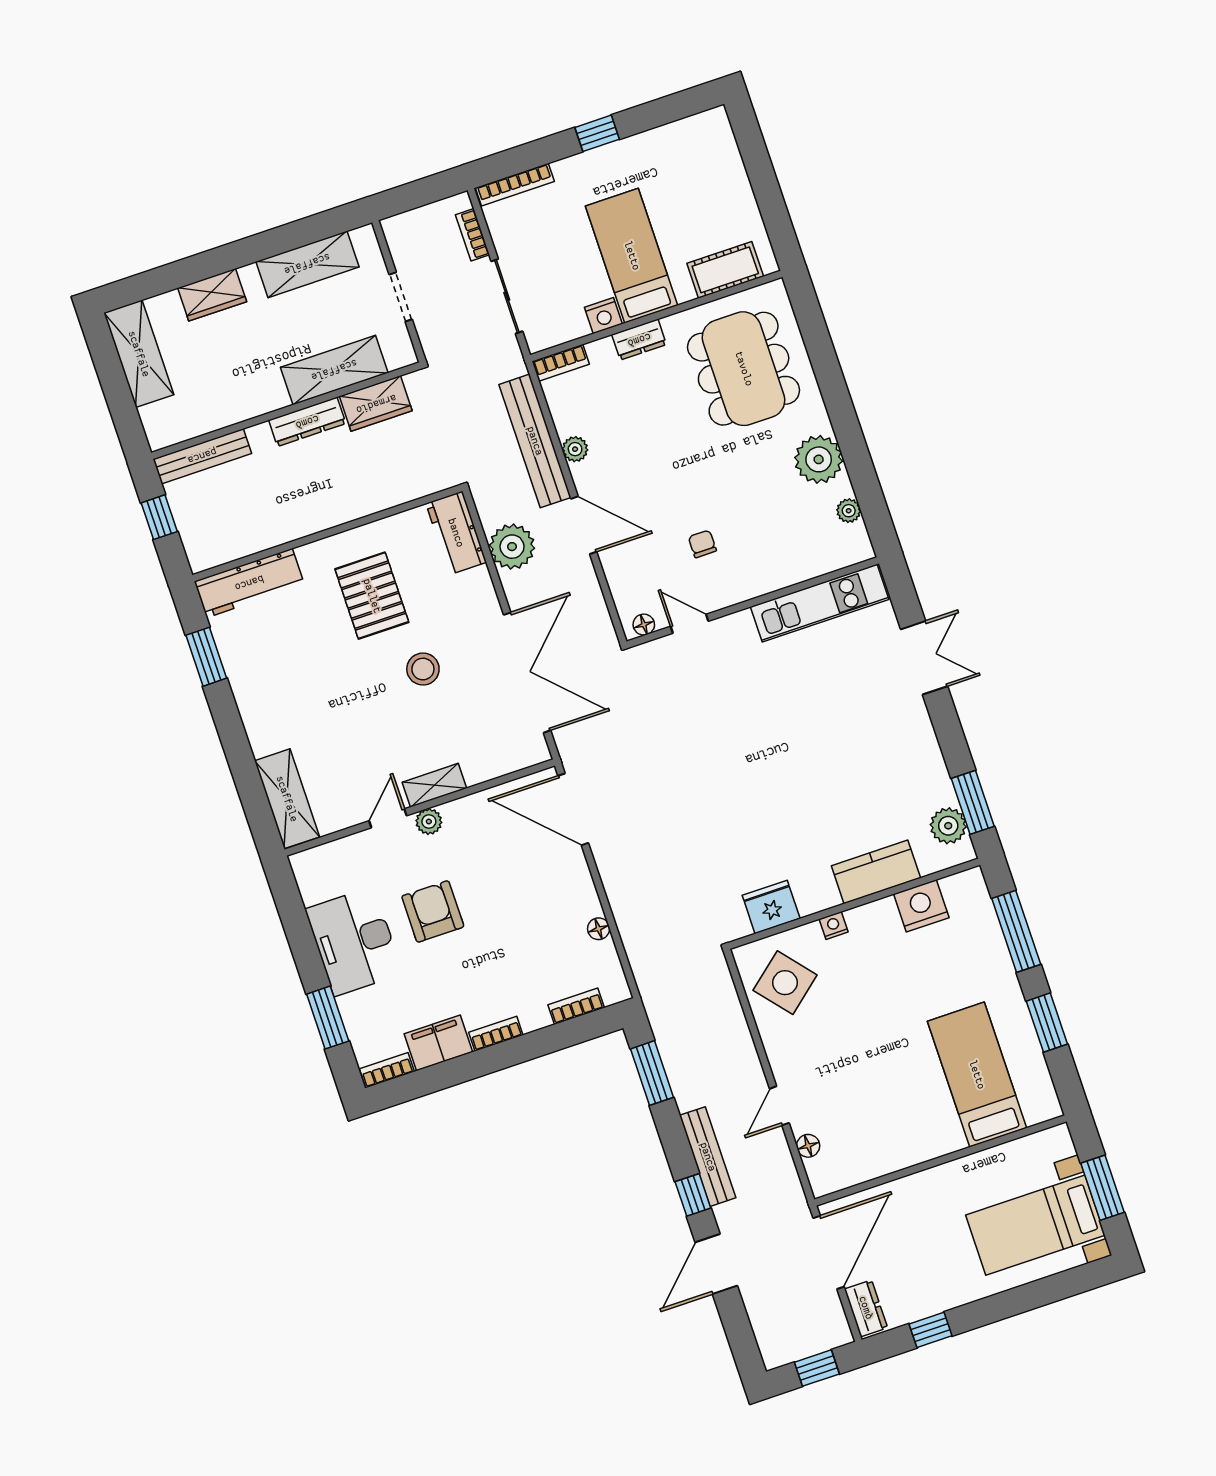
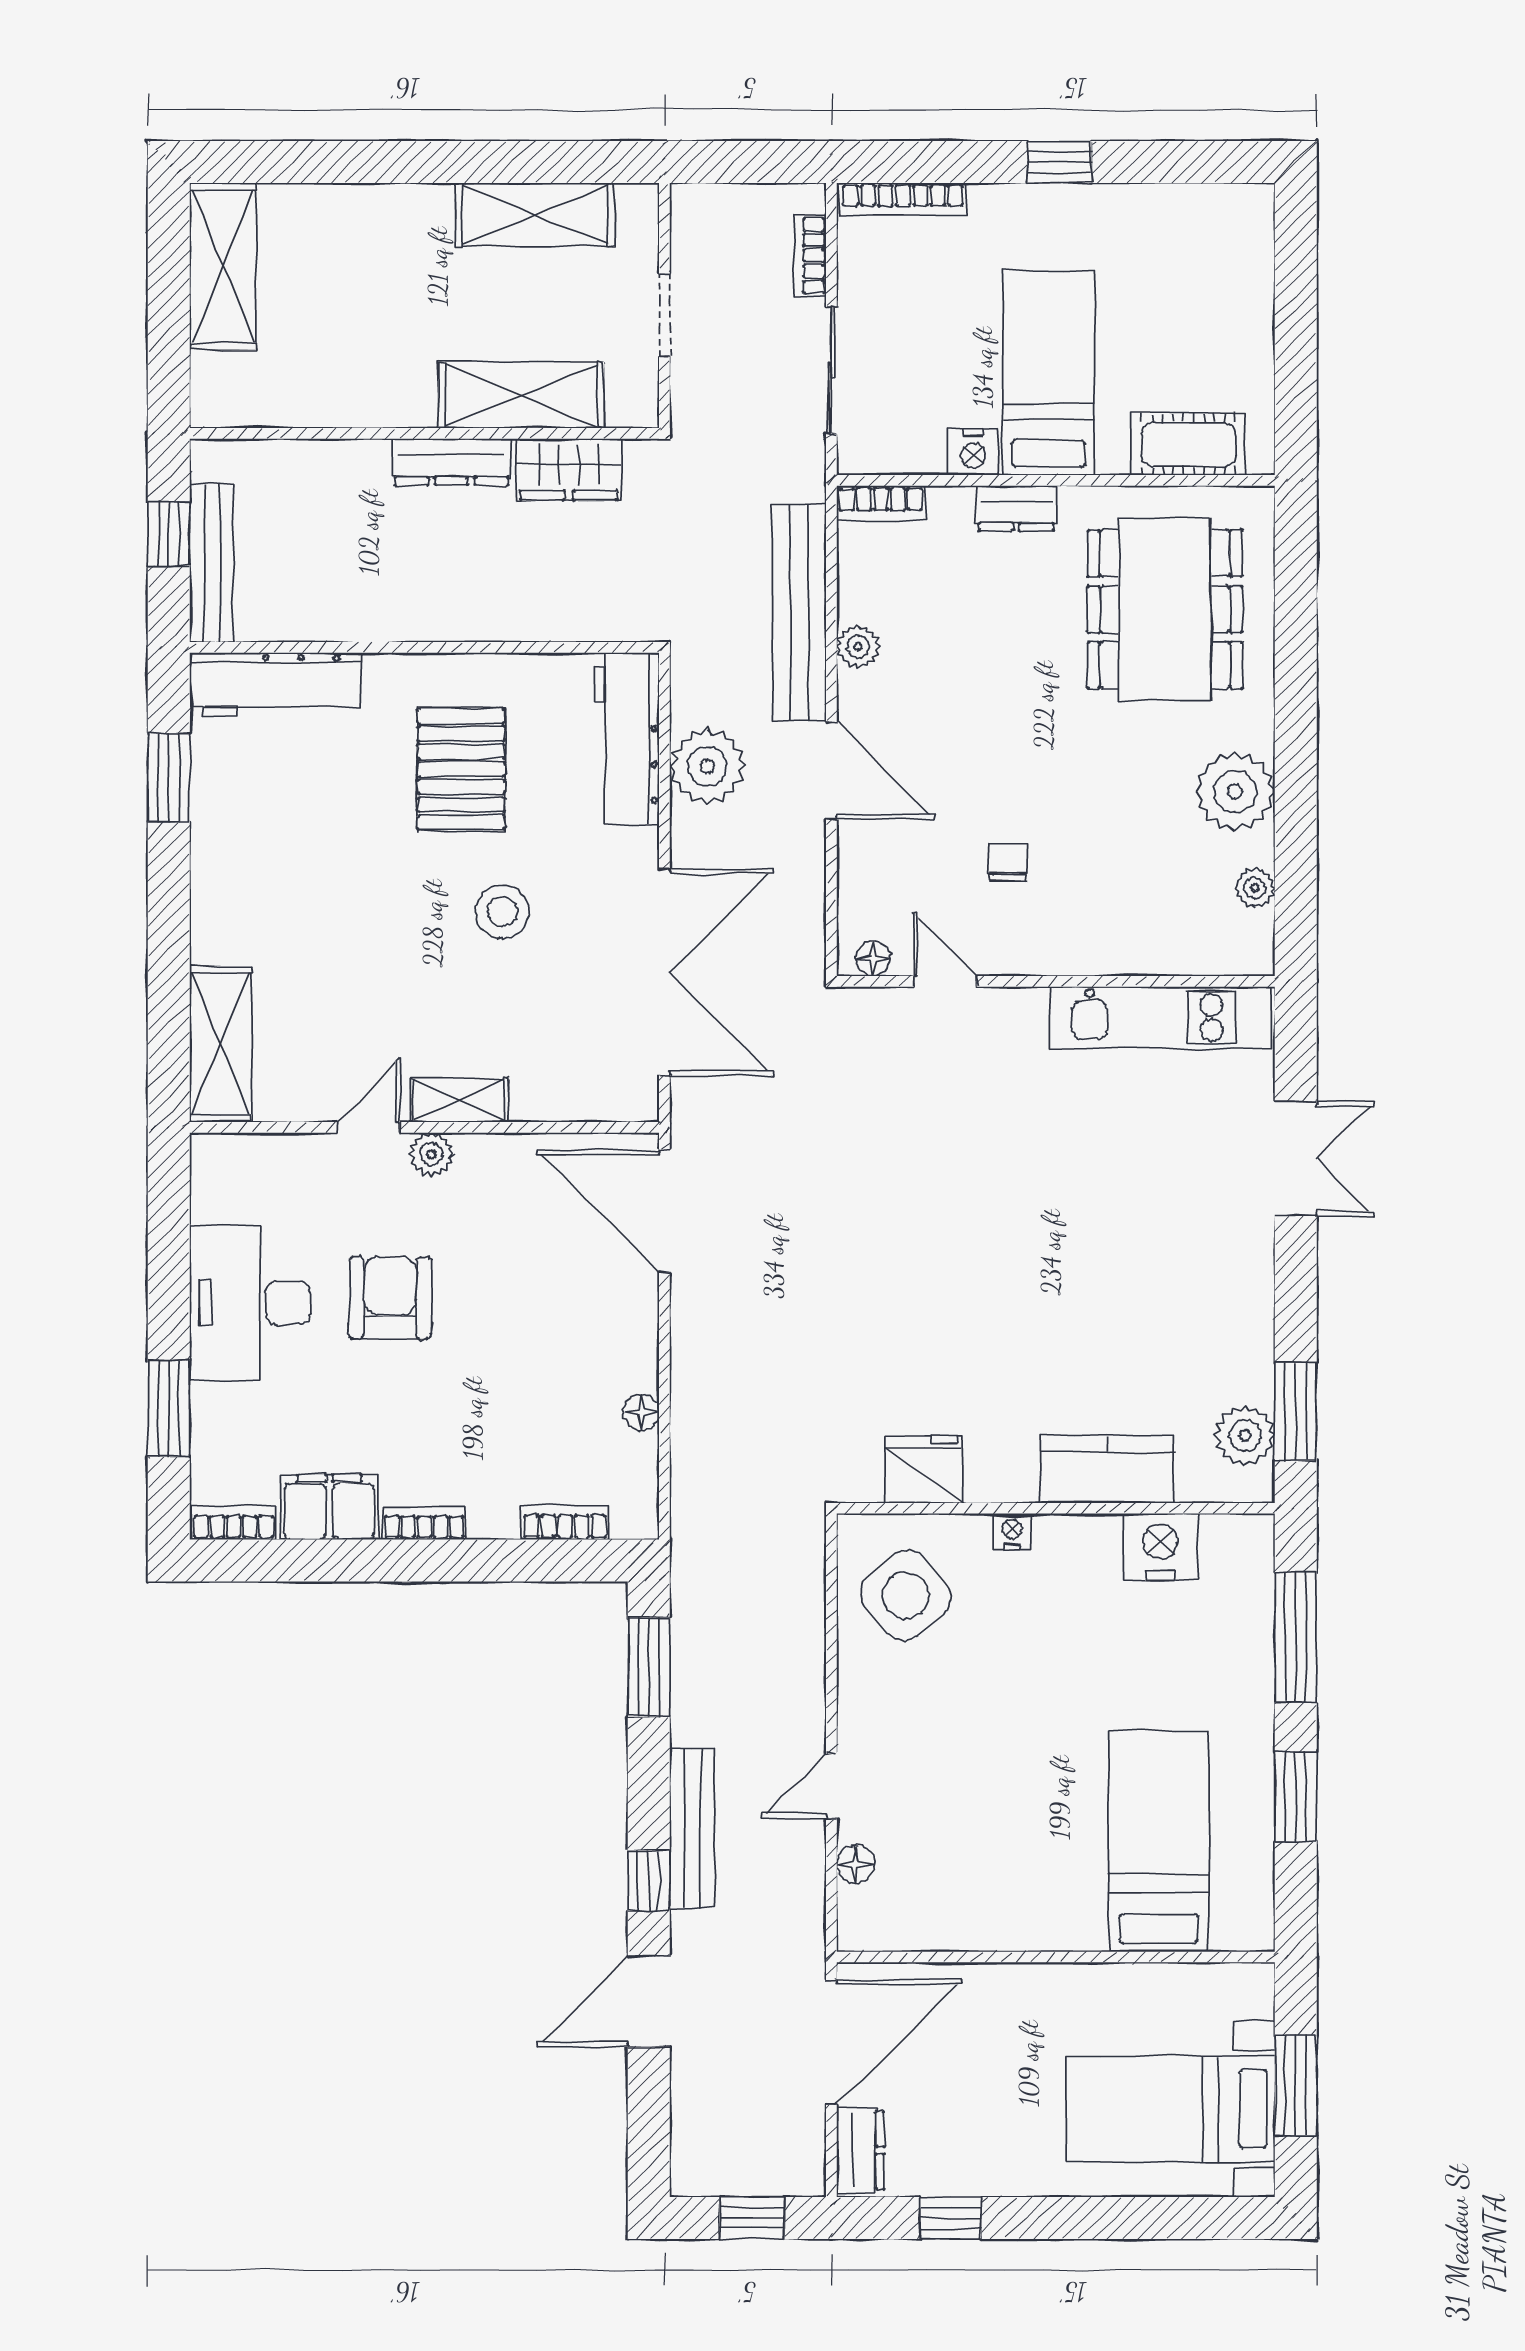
wardrobe: (212, 295) -> (369, 212), removed
bench: (202, 456) -> (212, 563), moved, turned 90
workbench: (456, 533) -> (627, 739), width x1.38

